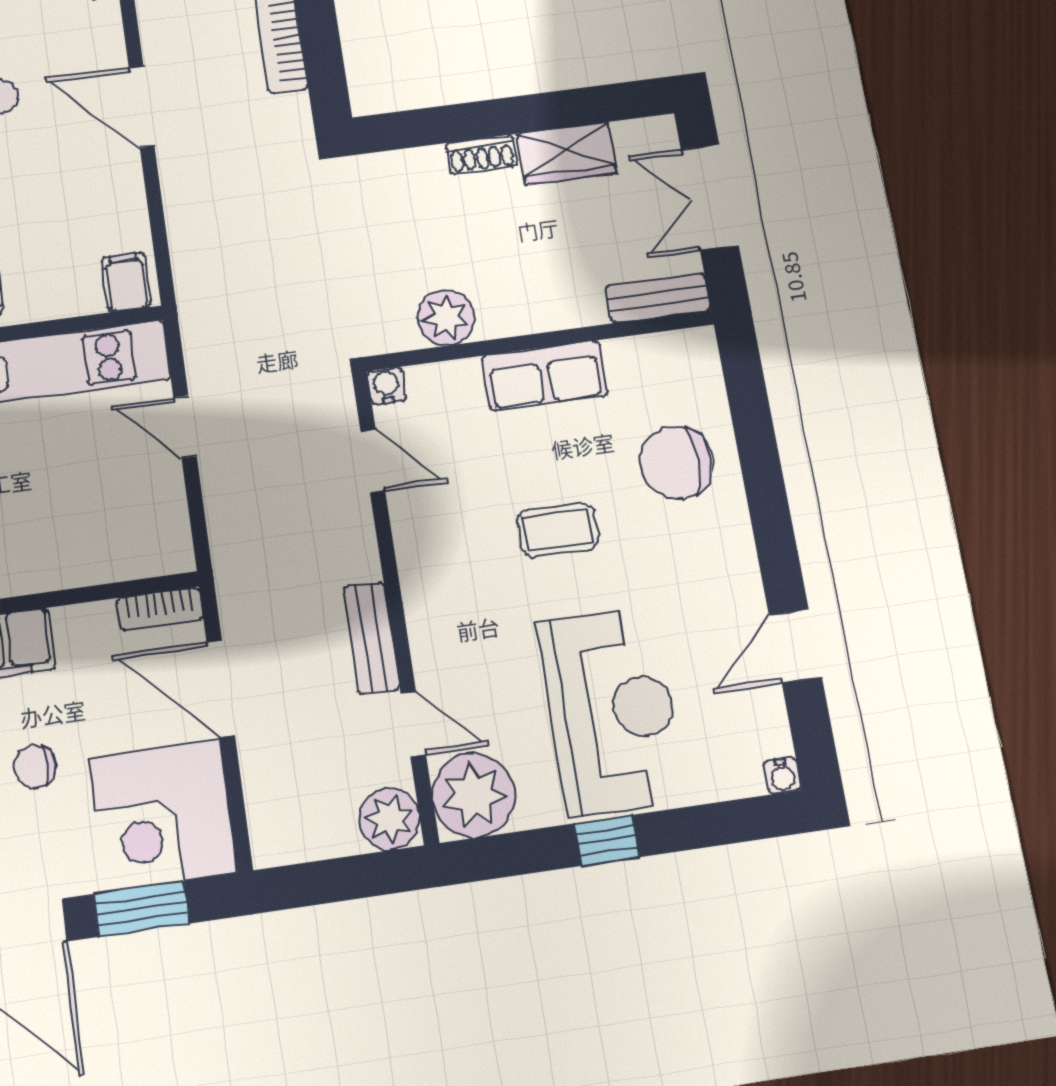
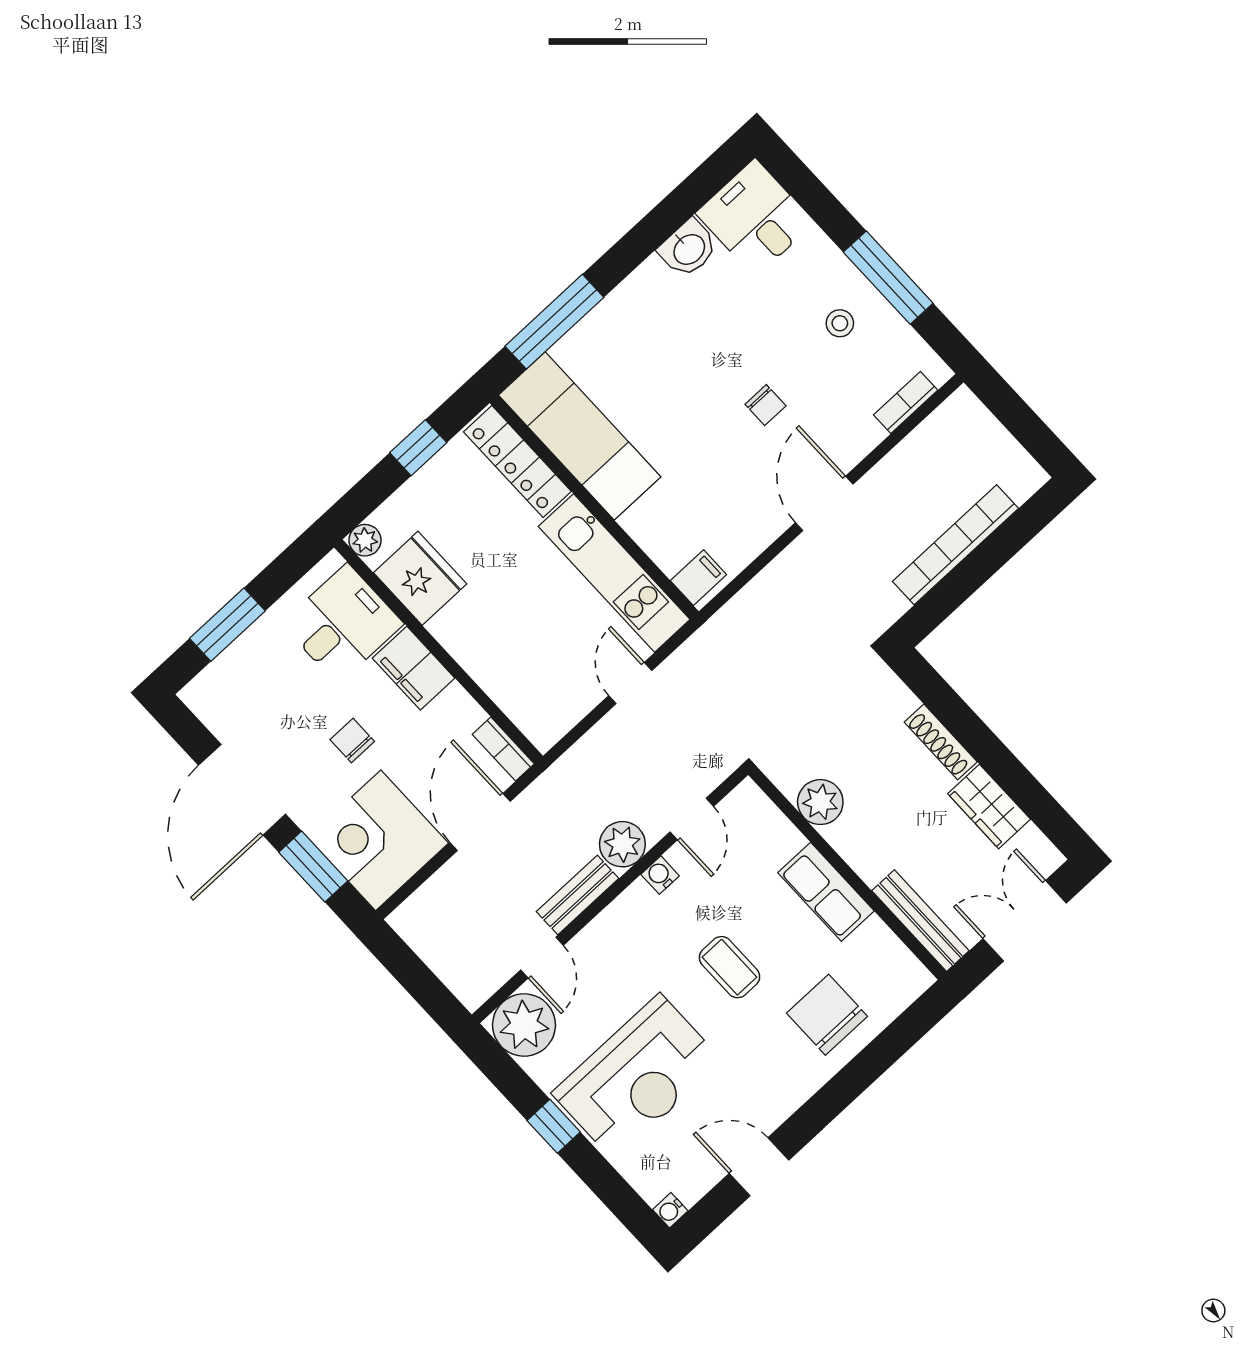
shoe rack: (482, 155) -> (941, 742), width x1.43
bench: (658, 298) -> (920, 921), width x1.36
water cooler: (386, 386) -> (660, 875), moved, turned -90
plant: (390, 819) -> (622, 844), moved

